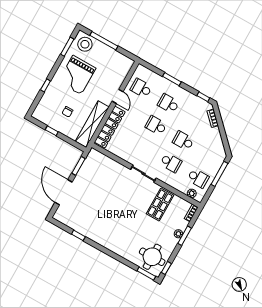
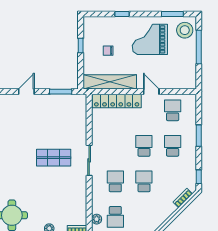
door: (118, 96) -> (151, 92), swing flipped
school desk: (171, 163) -> (115, 181), turned 180
door: (64, 192) -> (26, 92), width x0.53
shop shelf: (160, 205) -> (54, 158), moved

